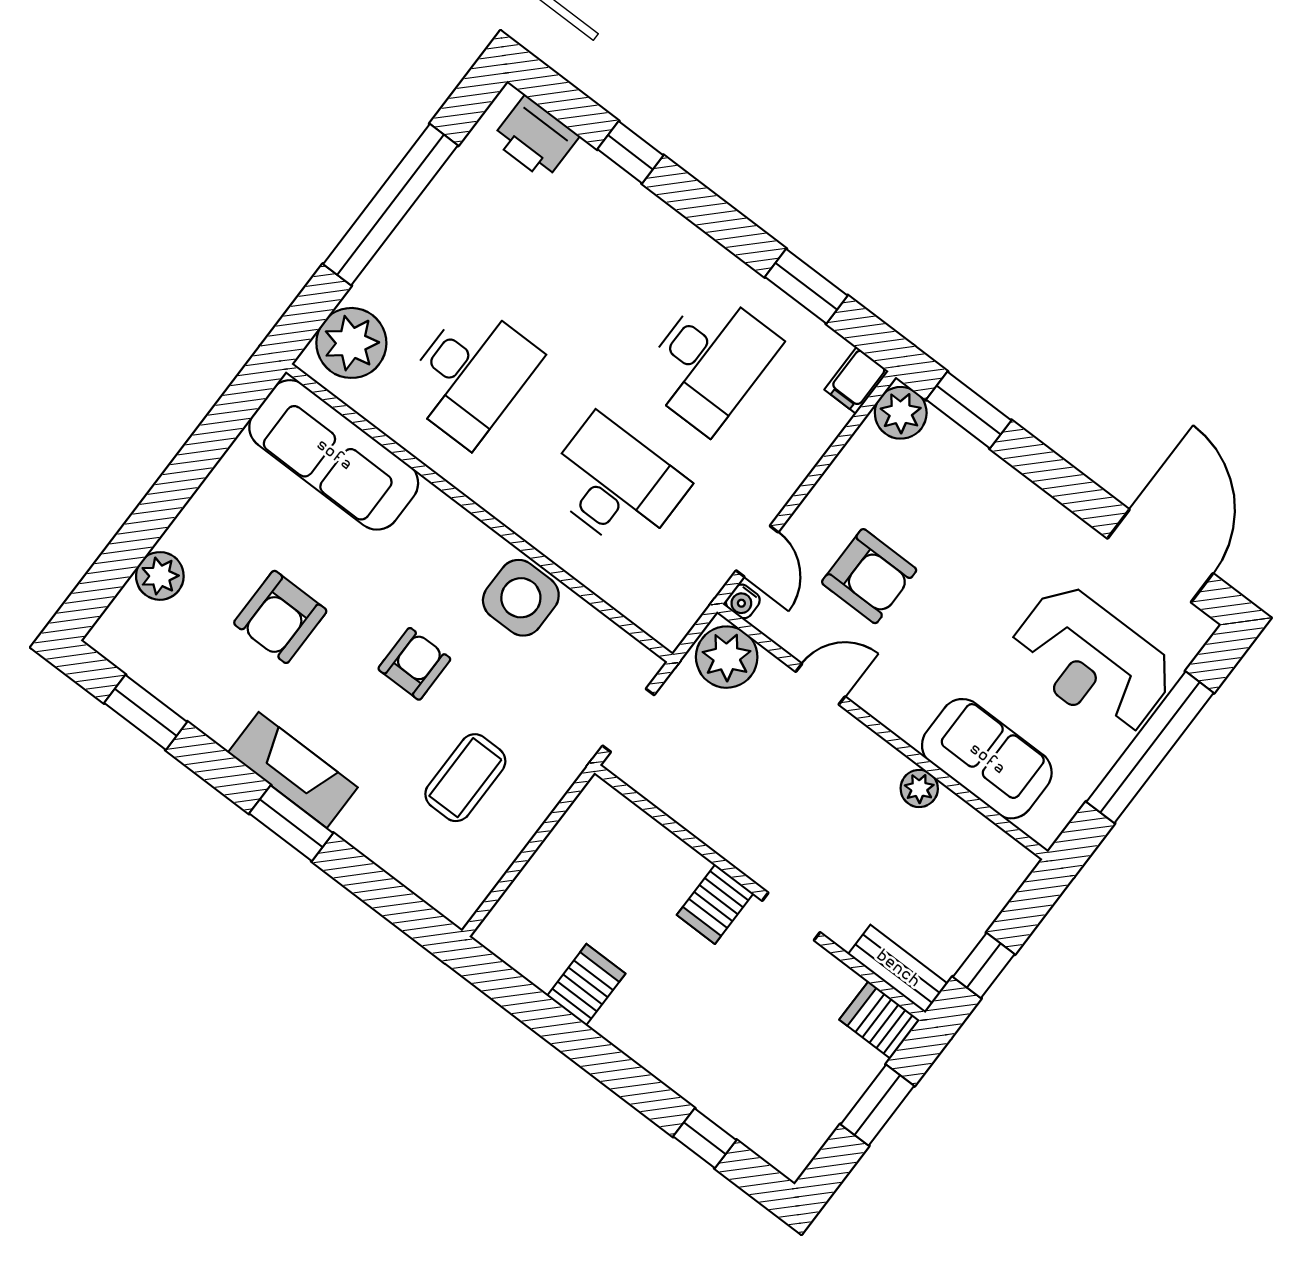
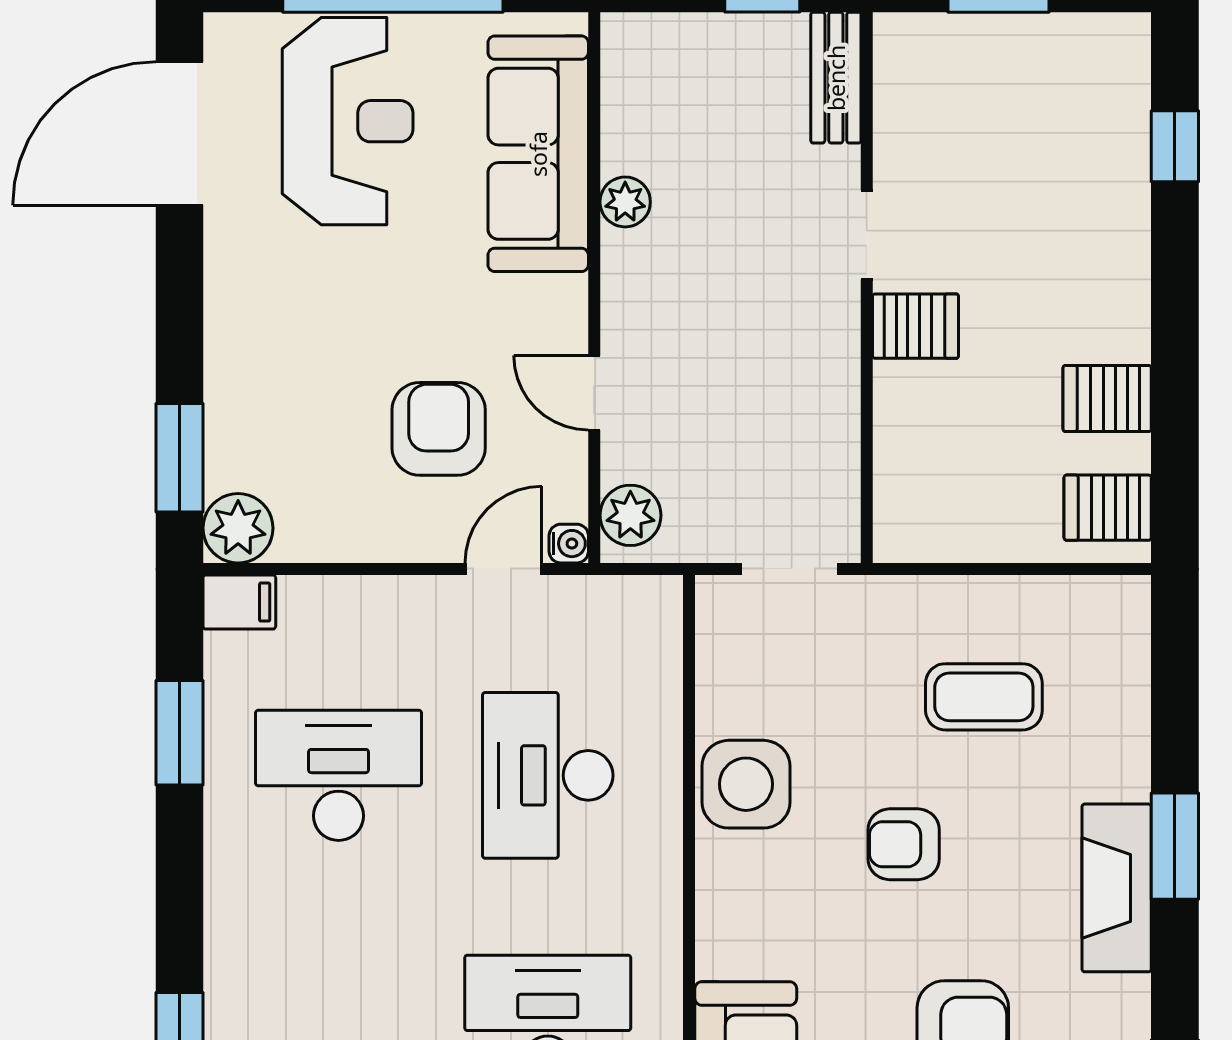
plant: (727, 657) -> (630, 515), width x0.73, depth x0.73
sofa: (987, 759) -> (538, 154), width x1.36
server rack: (880, 1020) -> (1108, 508), moved, turned 90

